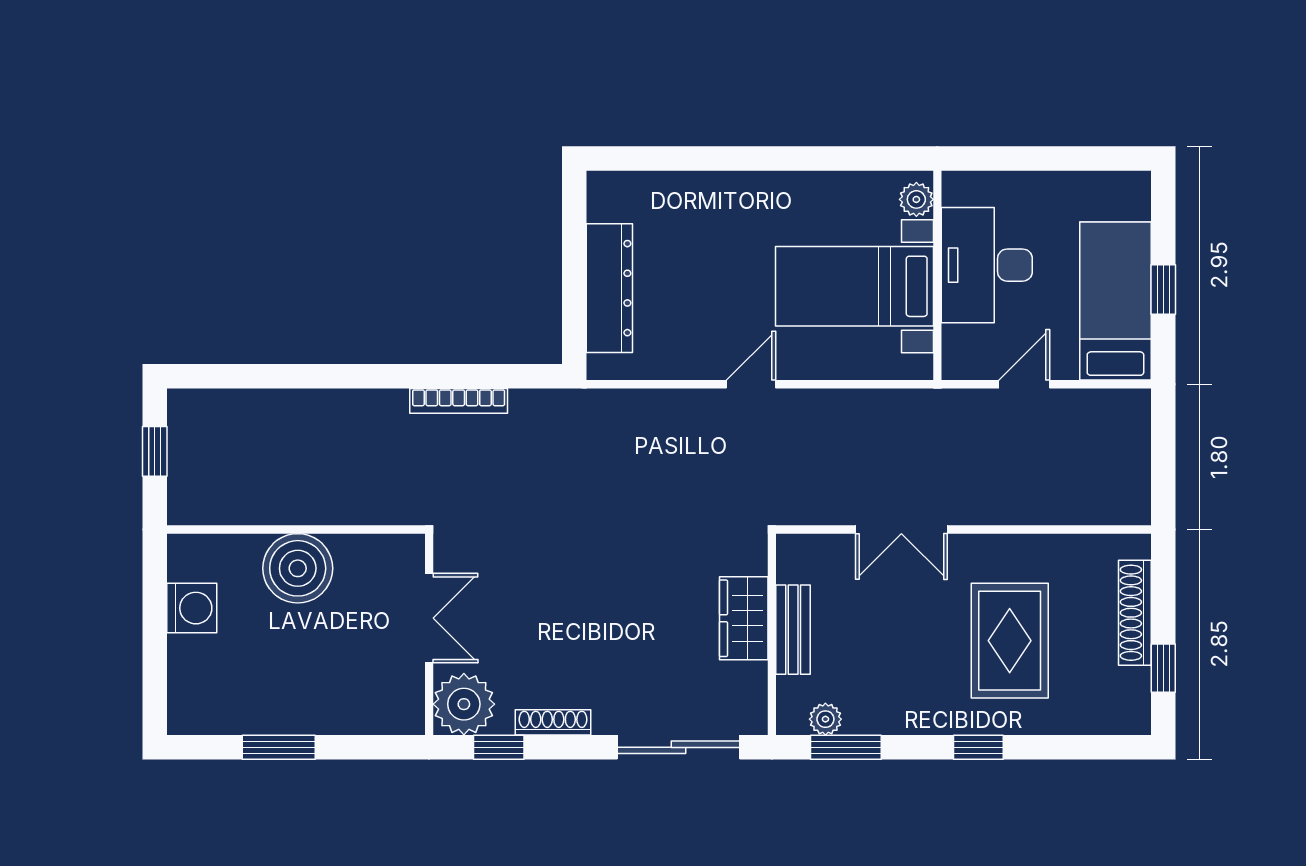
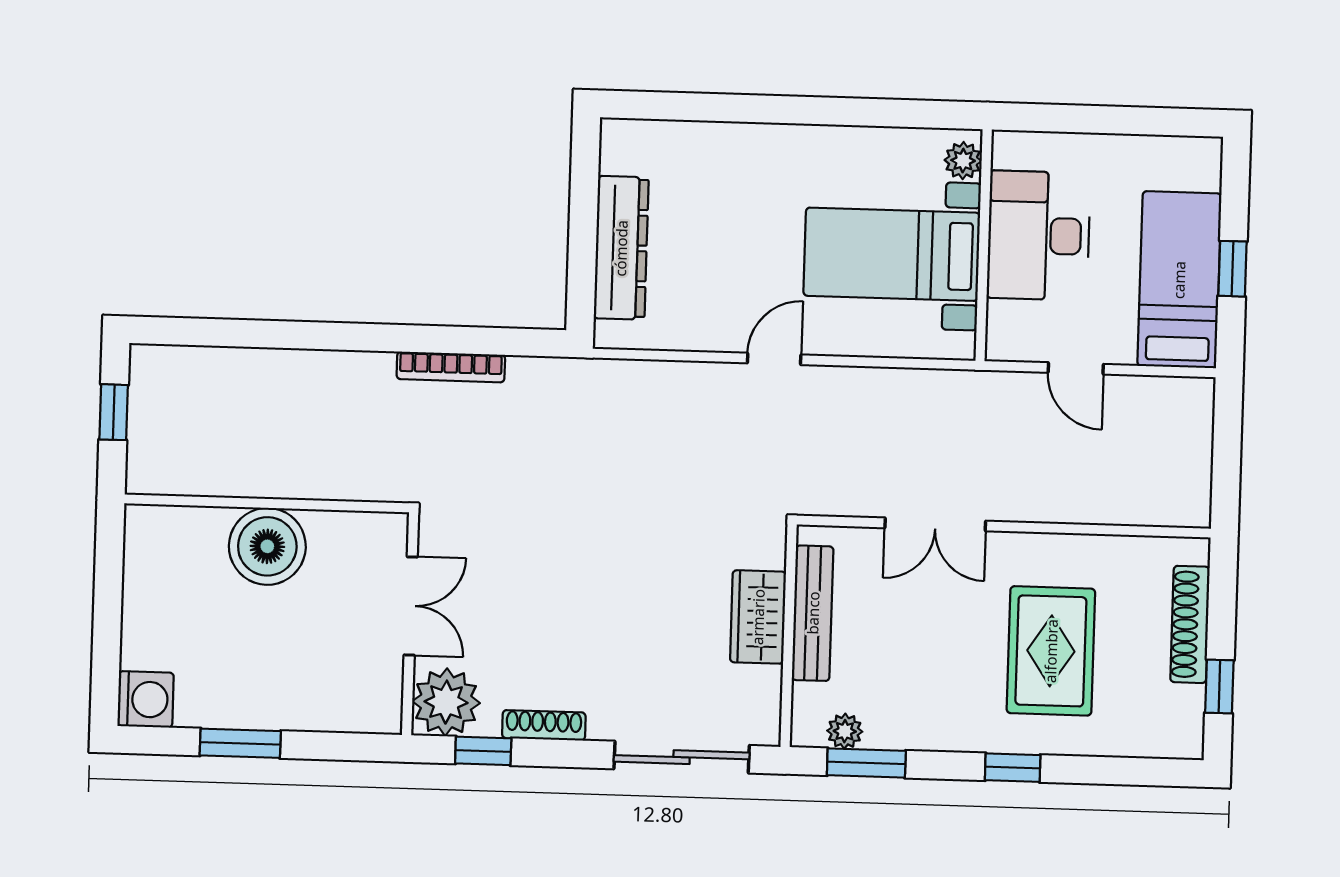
door: (1024, 384) -> (1076, 368), swing flipped
washing machine: (192, 608) -> (146, 699), moved
bench: (793, 630) -> (813, 613), width x1.36

